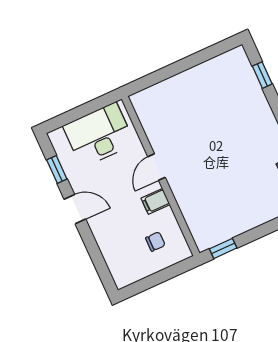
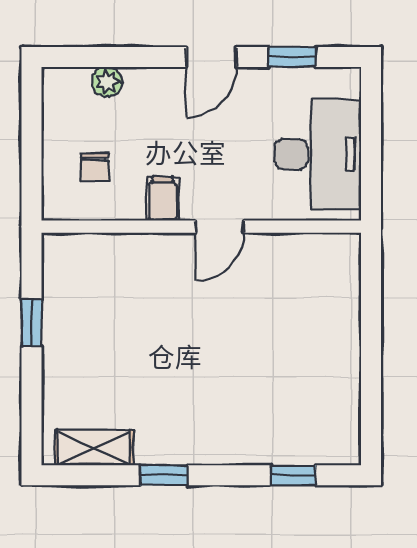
door: (157, 167) -> (220, 227), swing flipped
window: (223, 248) -> (32, 323), moved
plant: (111, 255) -> (107, 82), added

